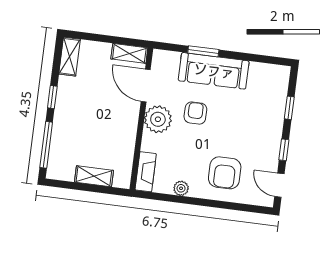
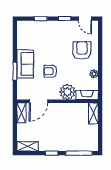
sofa: (214, 71) -> (25, 64), width x0.73
plant: (158, 119) -> (67, 92), moved
armchair: (225, 173) -> (82, 50), turned -90
shelving: (94, 176) -> (93, 113), moved
door: (279, 185) -> (85, 19), hinge flipped

